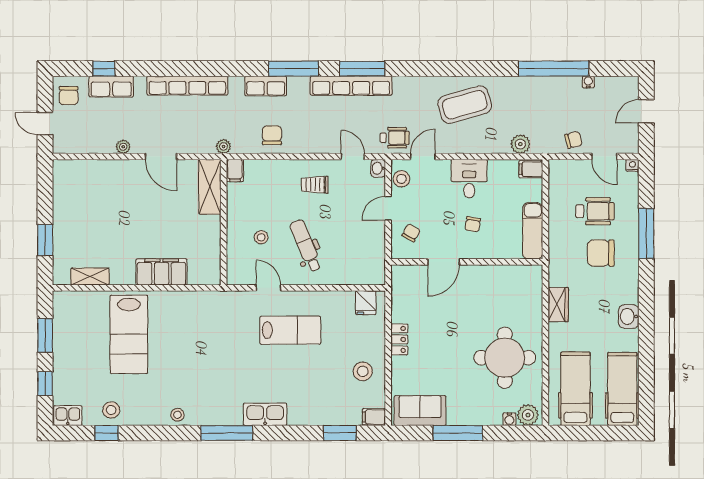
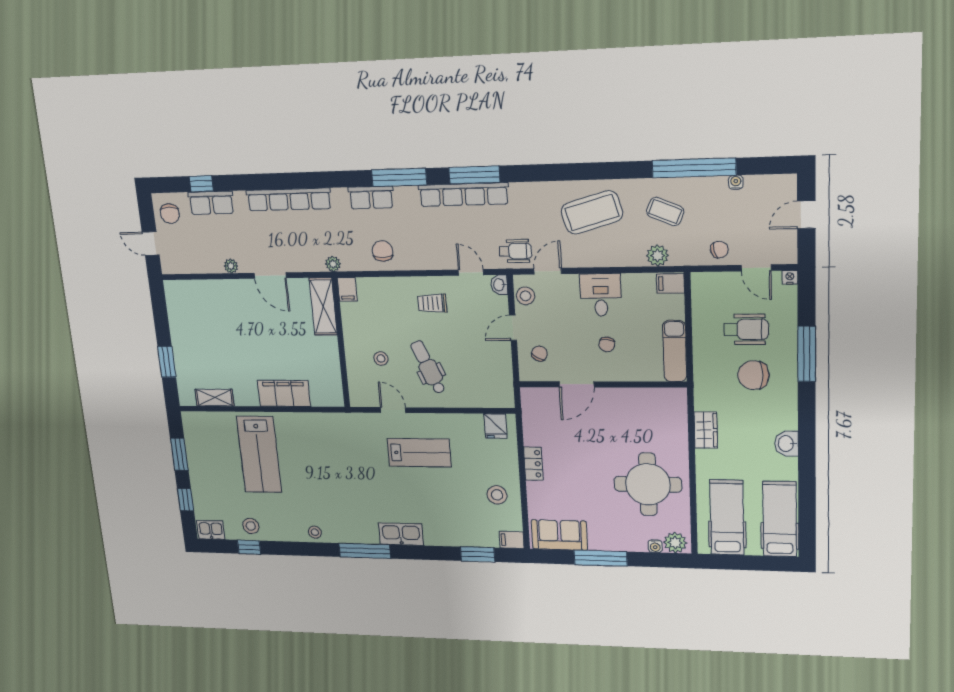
coffee table: (528, 105) -> (665, 212), added

